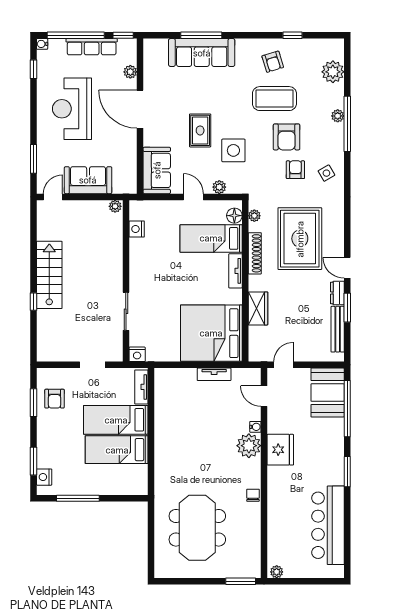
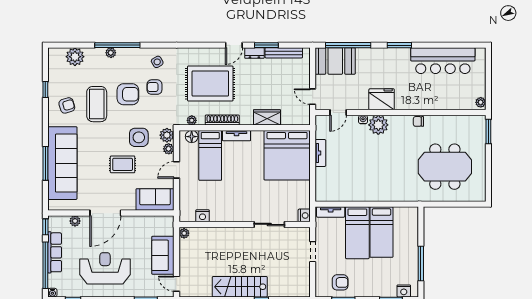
sofa: (202, 53) -> (62, 163), width x1.36, depth x1.27
reception desk: (72, 109) -> (105, 268), turned 180
plant: (236, 185) -> (167, 135), added

